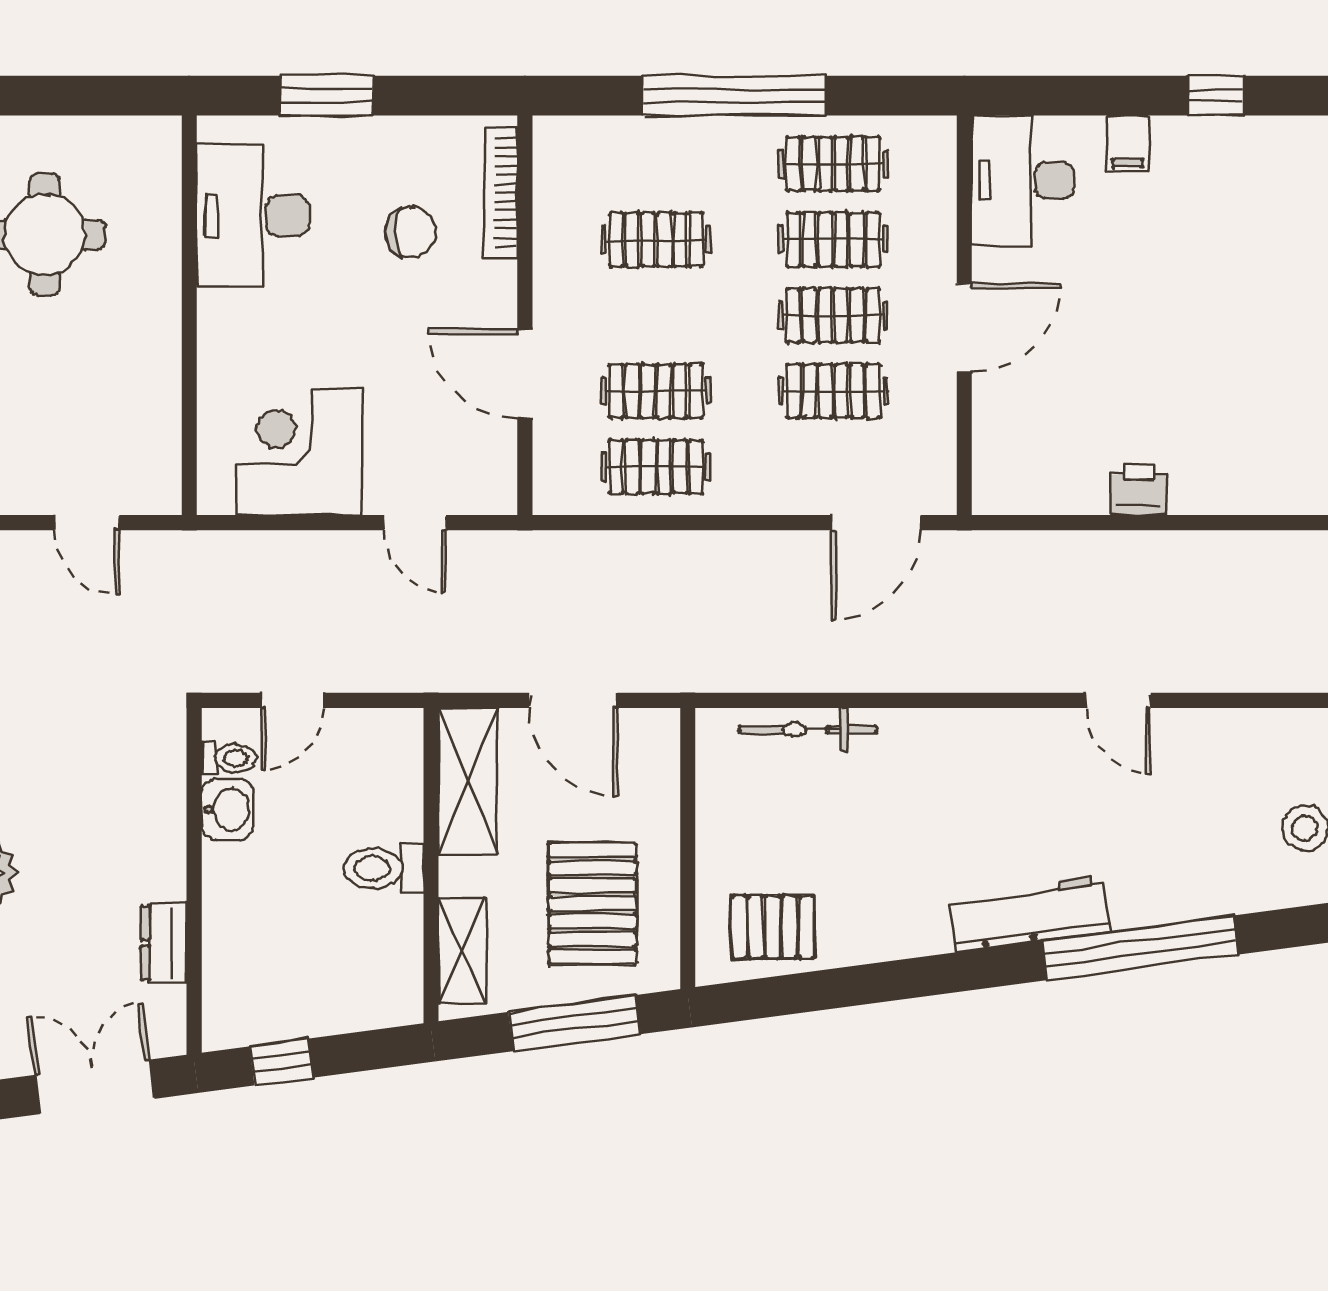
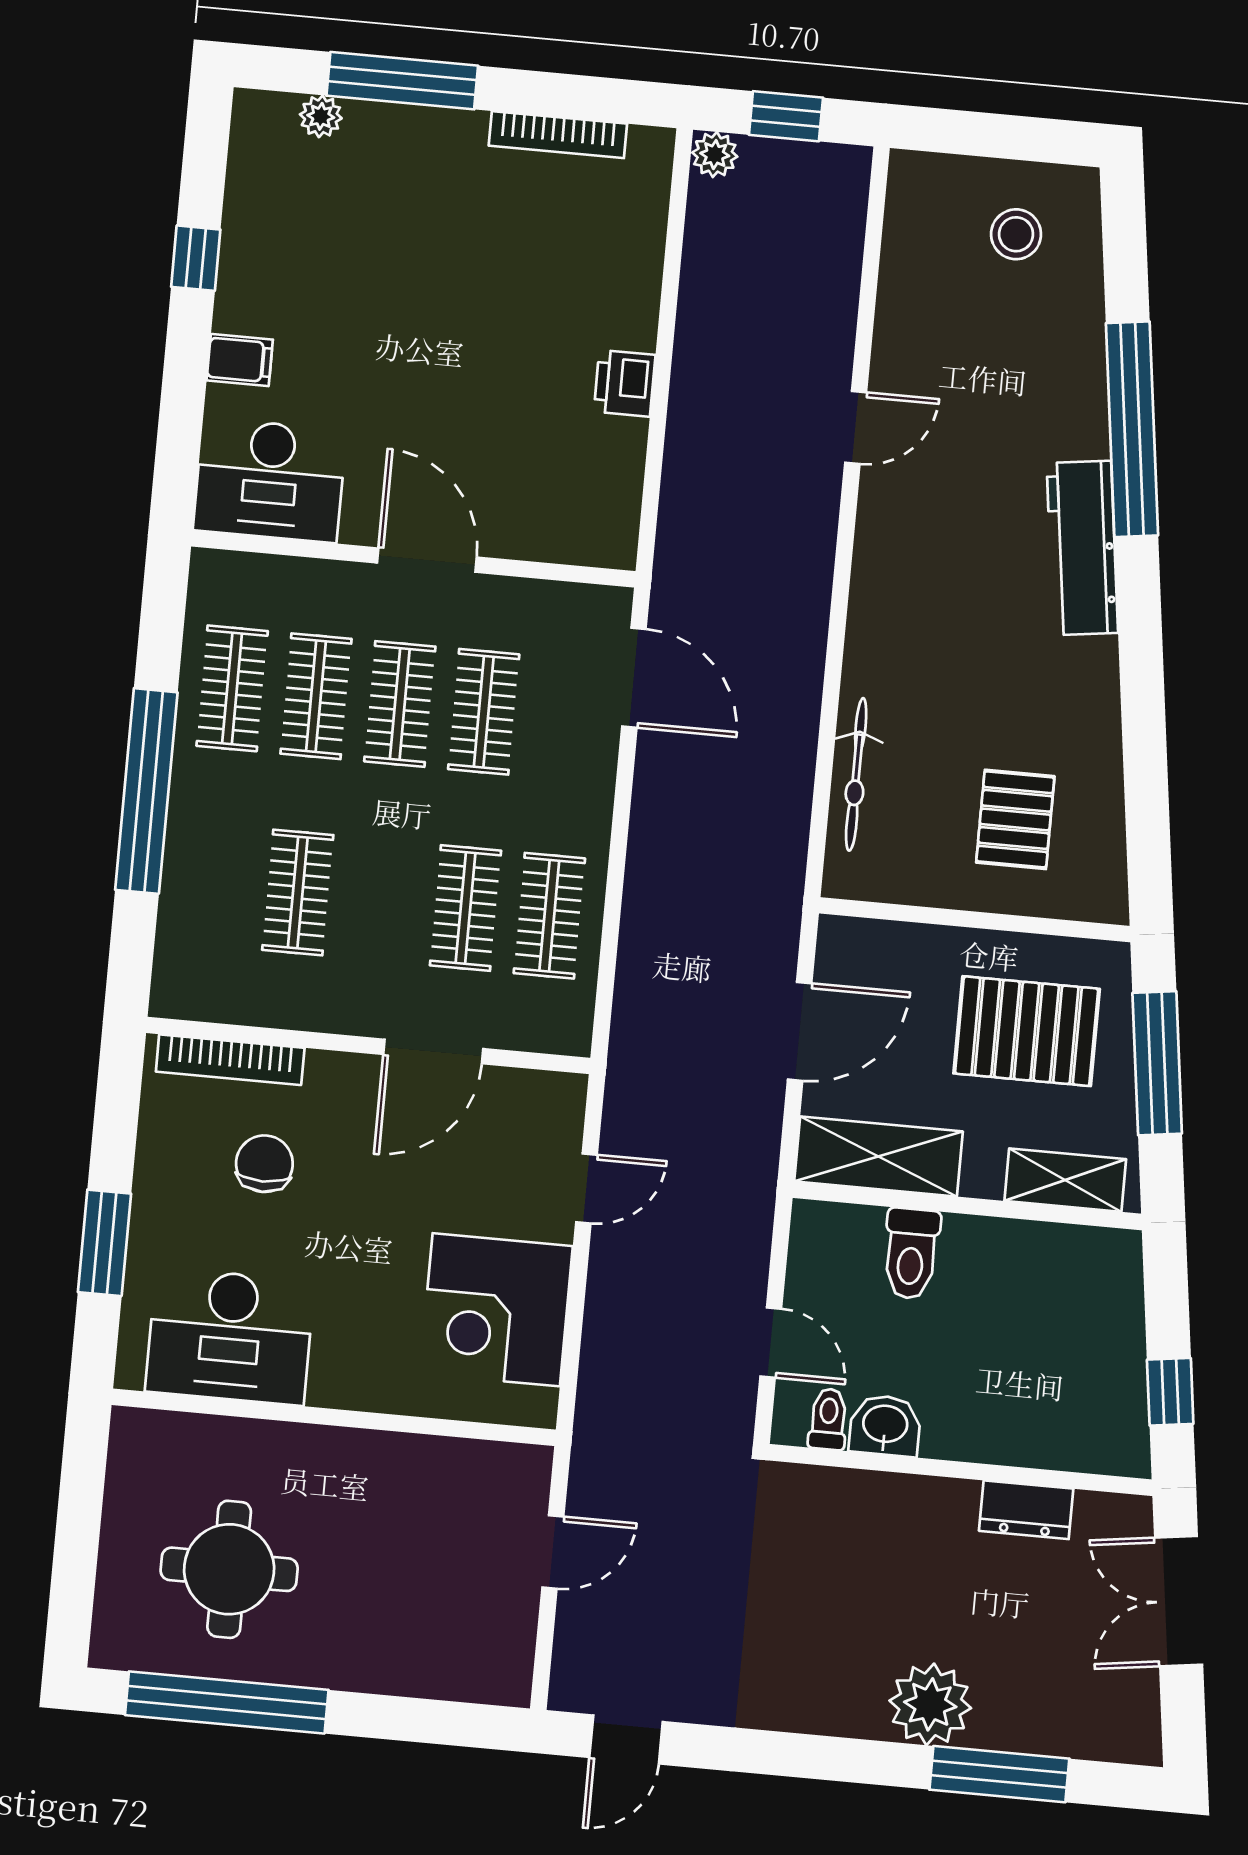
toilet: (384, 868) -> (911, 1254), moved
pallet: (773, 927) -> (1015, 819), moved

